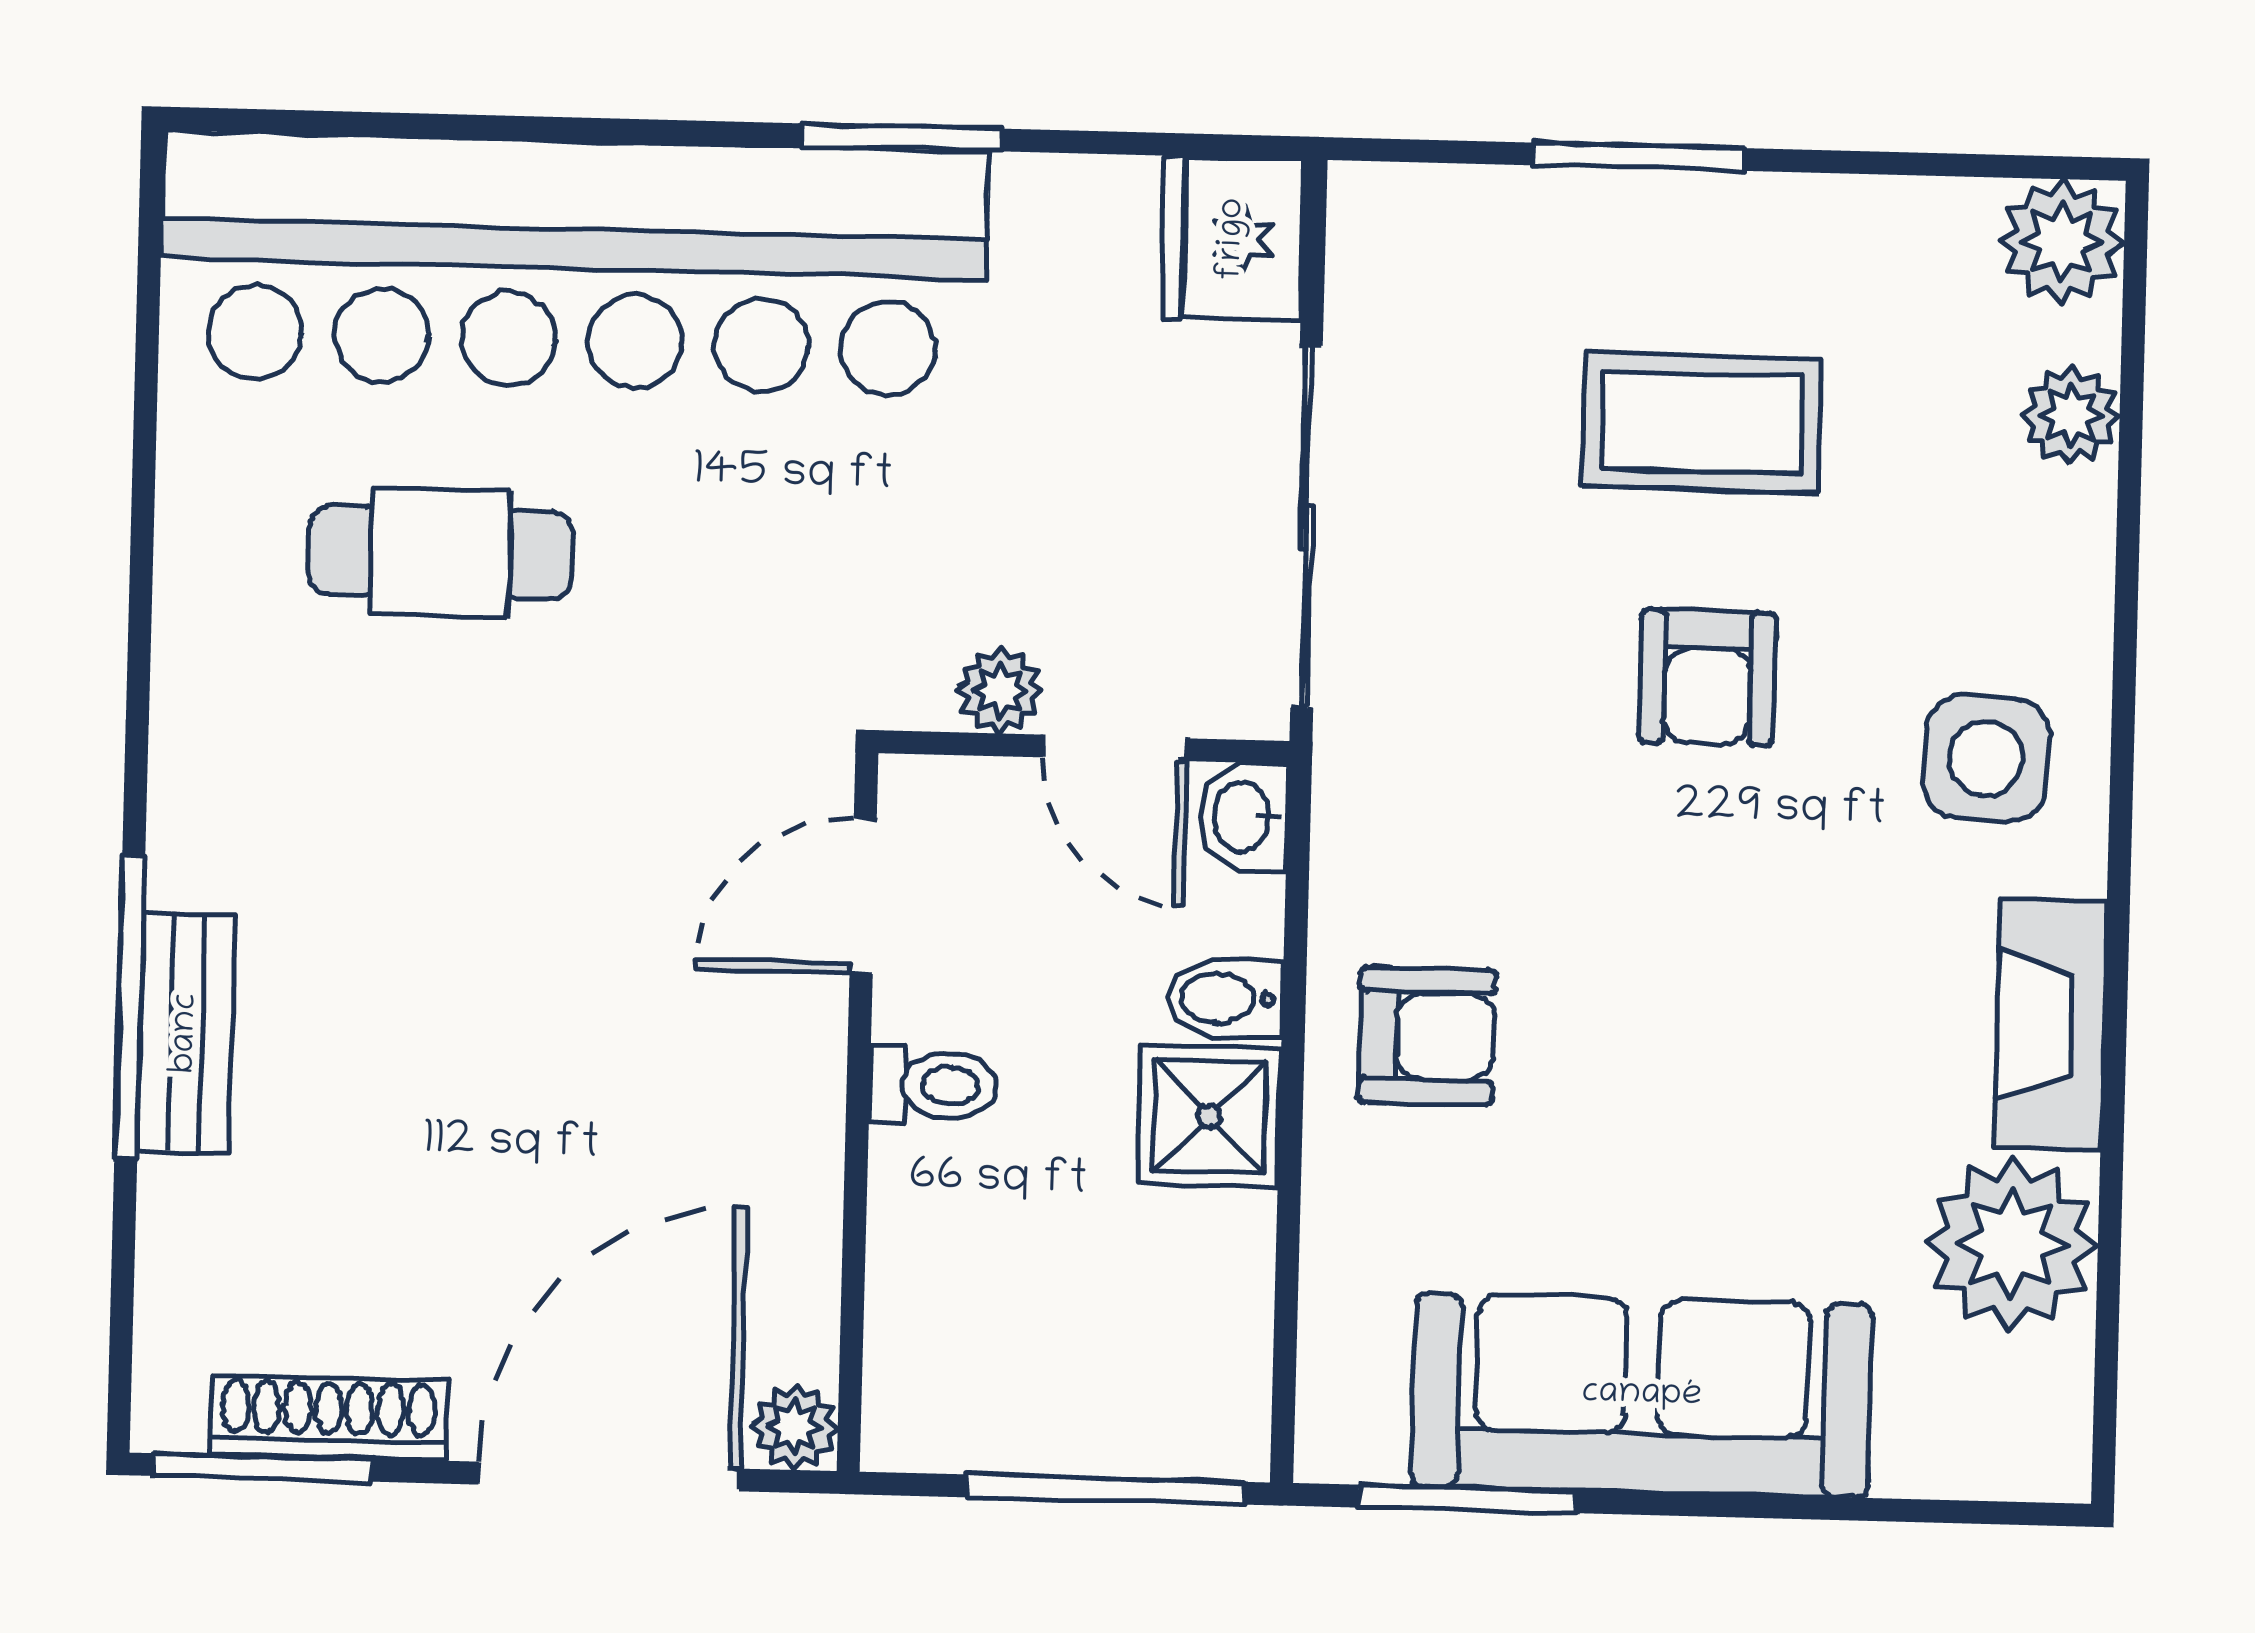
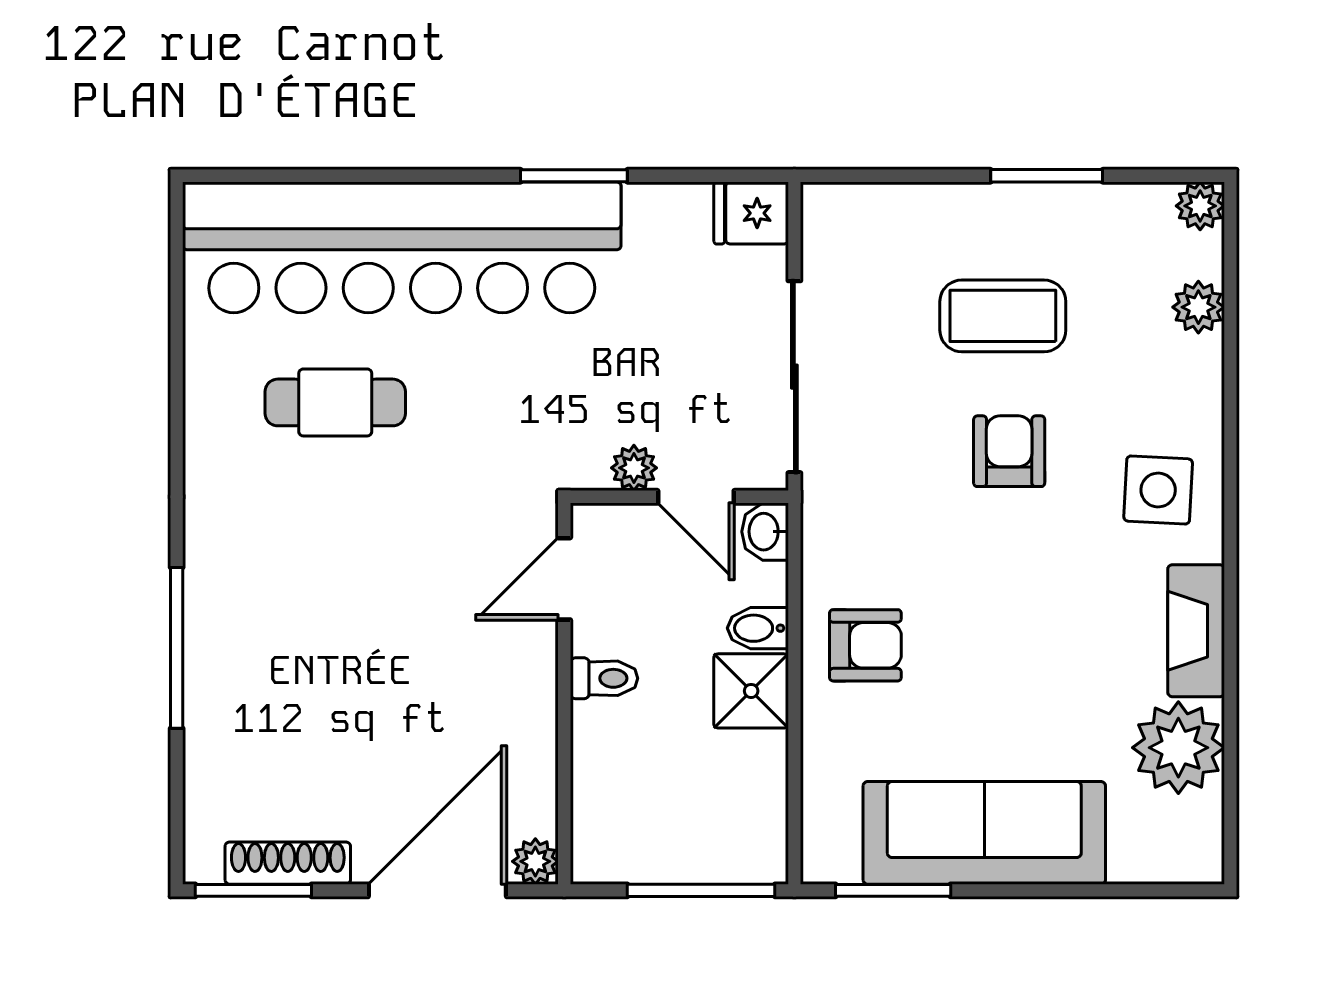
window: (1639, 157) -> (1047, 176), moved
fridge: (1233, 239) -> (751, 213), width x0.72
plant: (2062, 242) -> (1200, 206), width x0.73, depth x0.73
armchair: (1707, 678) -> (1009, 451), turned 180
bench: (186, 1033) -> (207, 661), removed

